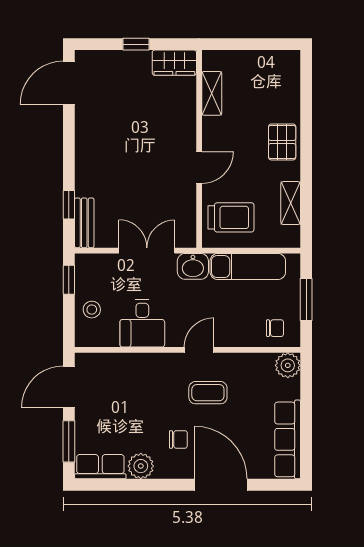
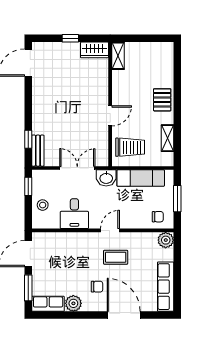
shelving: (212, 93) -> (118, 56), moved

